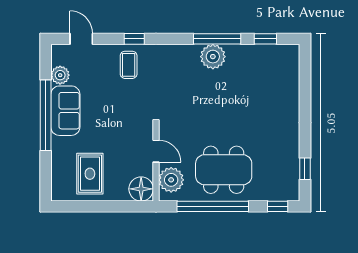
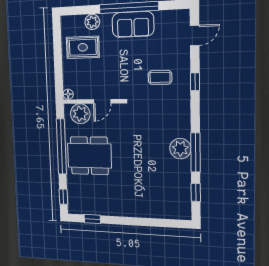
coffee table: (129, 65) -> (160, 77), moved
plant: (60, 75) -> (92, 22), moved
dining table: (224, 170) -> (89, 156), turned 90
floor lamp: (141, 189) -> (68, 94), width x0.53, depth x0.53

